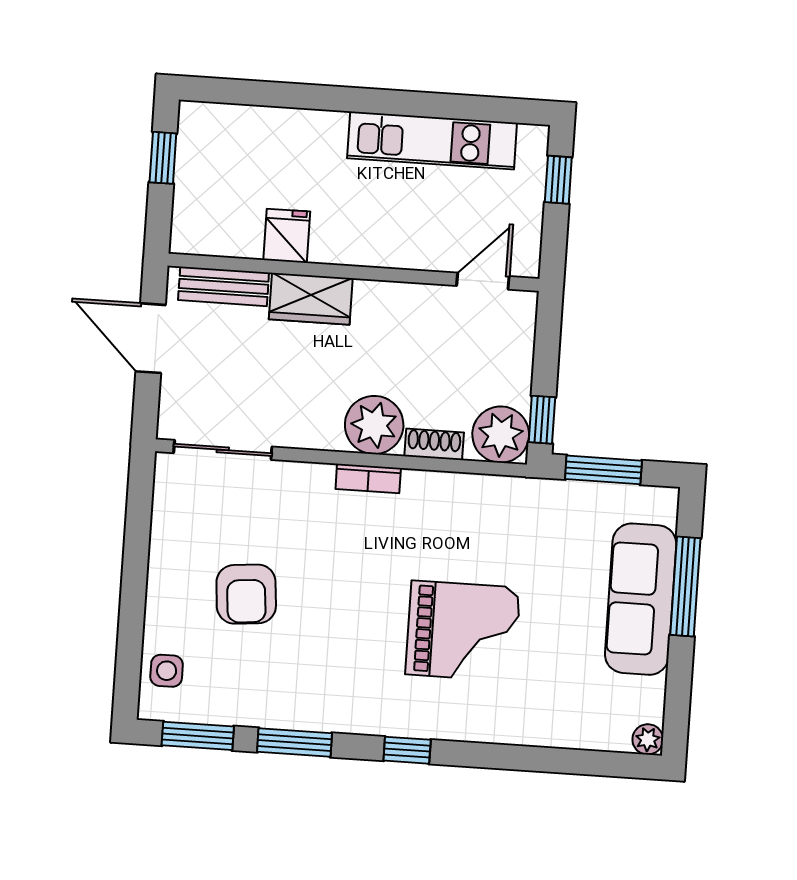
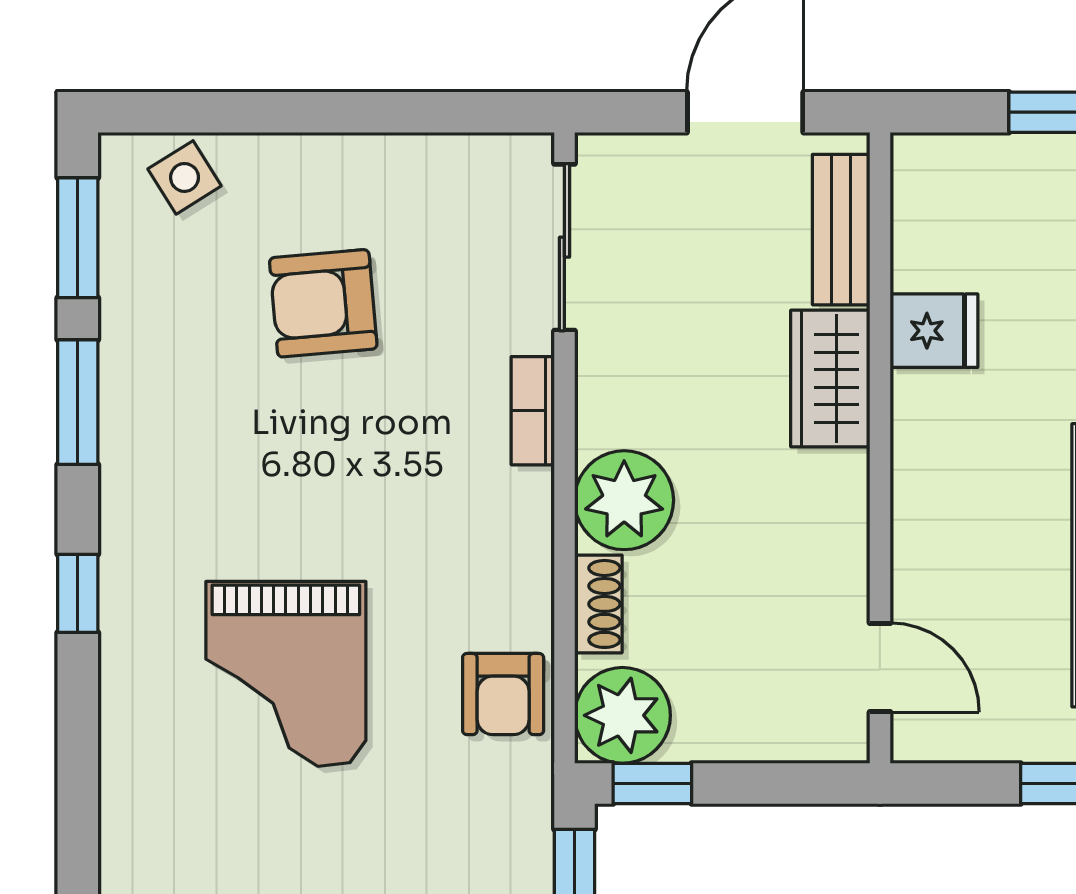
bookcase: (368, 479) -> (533, 411), moved
armchair: (483, 504) -> (503, 694), added
side table: (167, 671) -> (185, 177), turned -32

